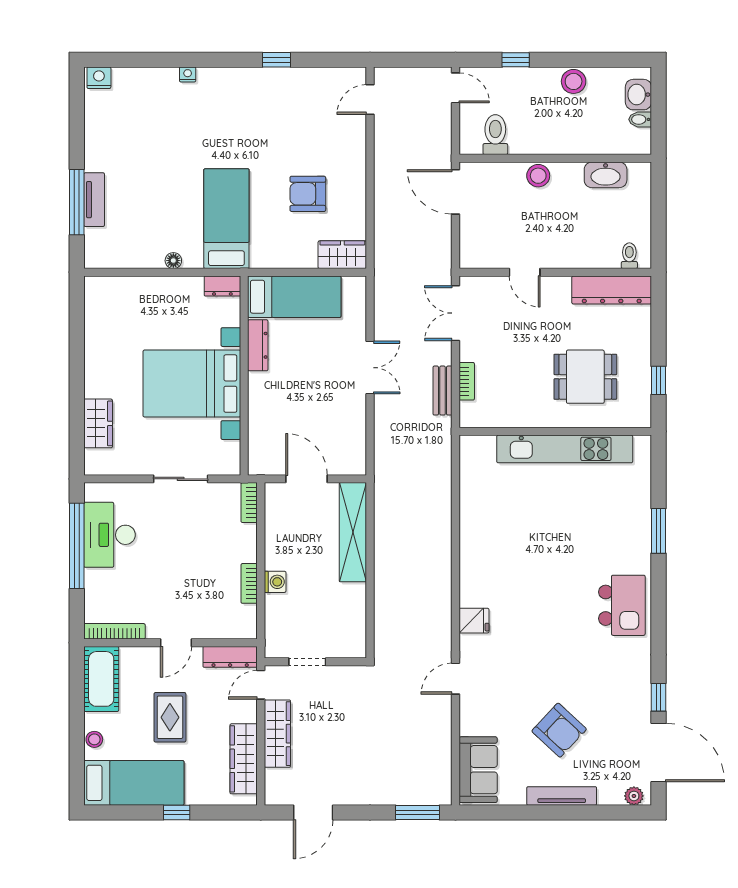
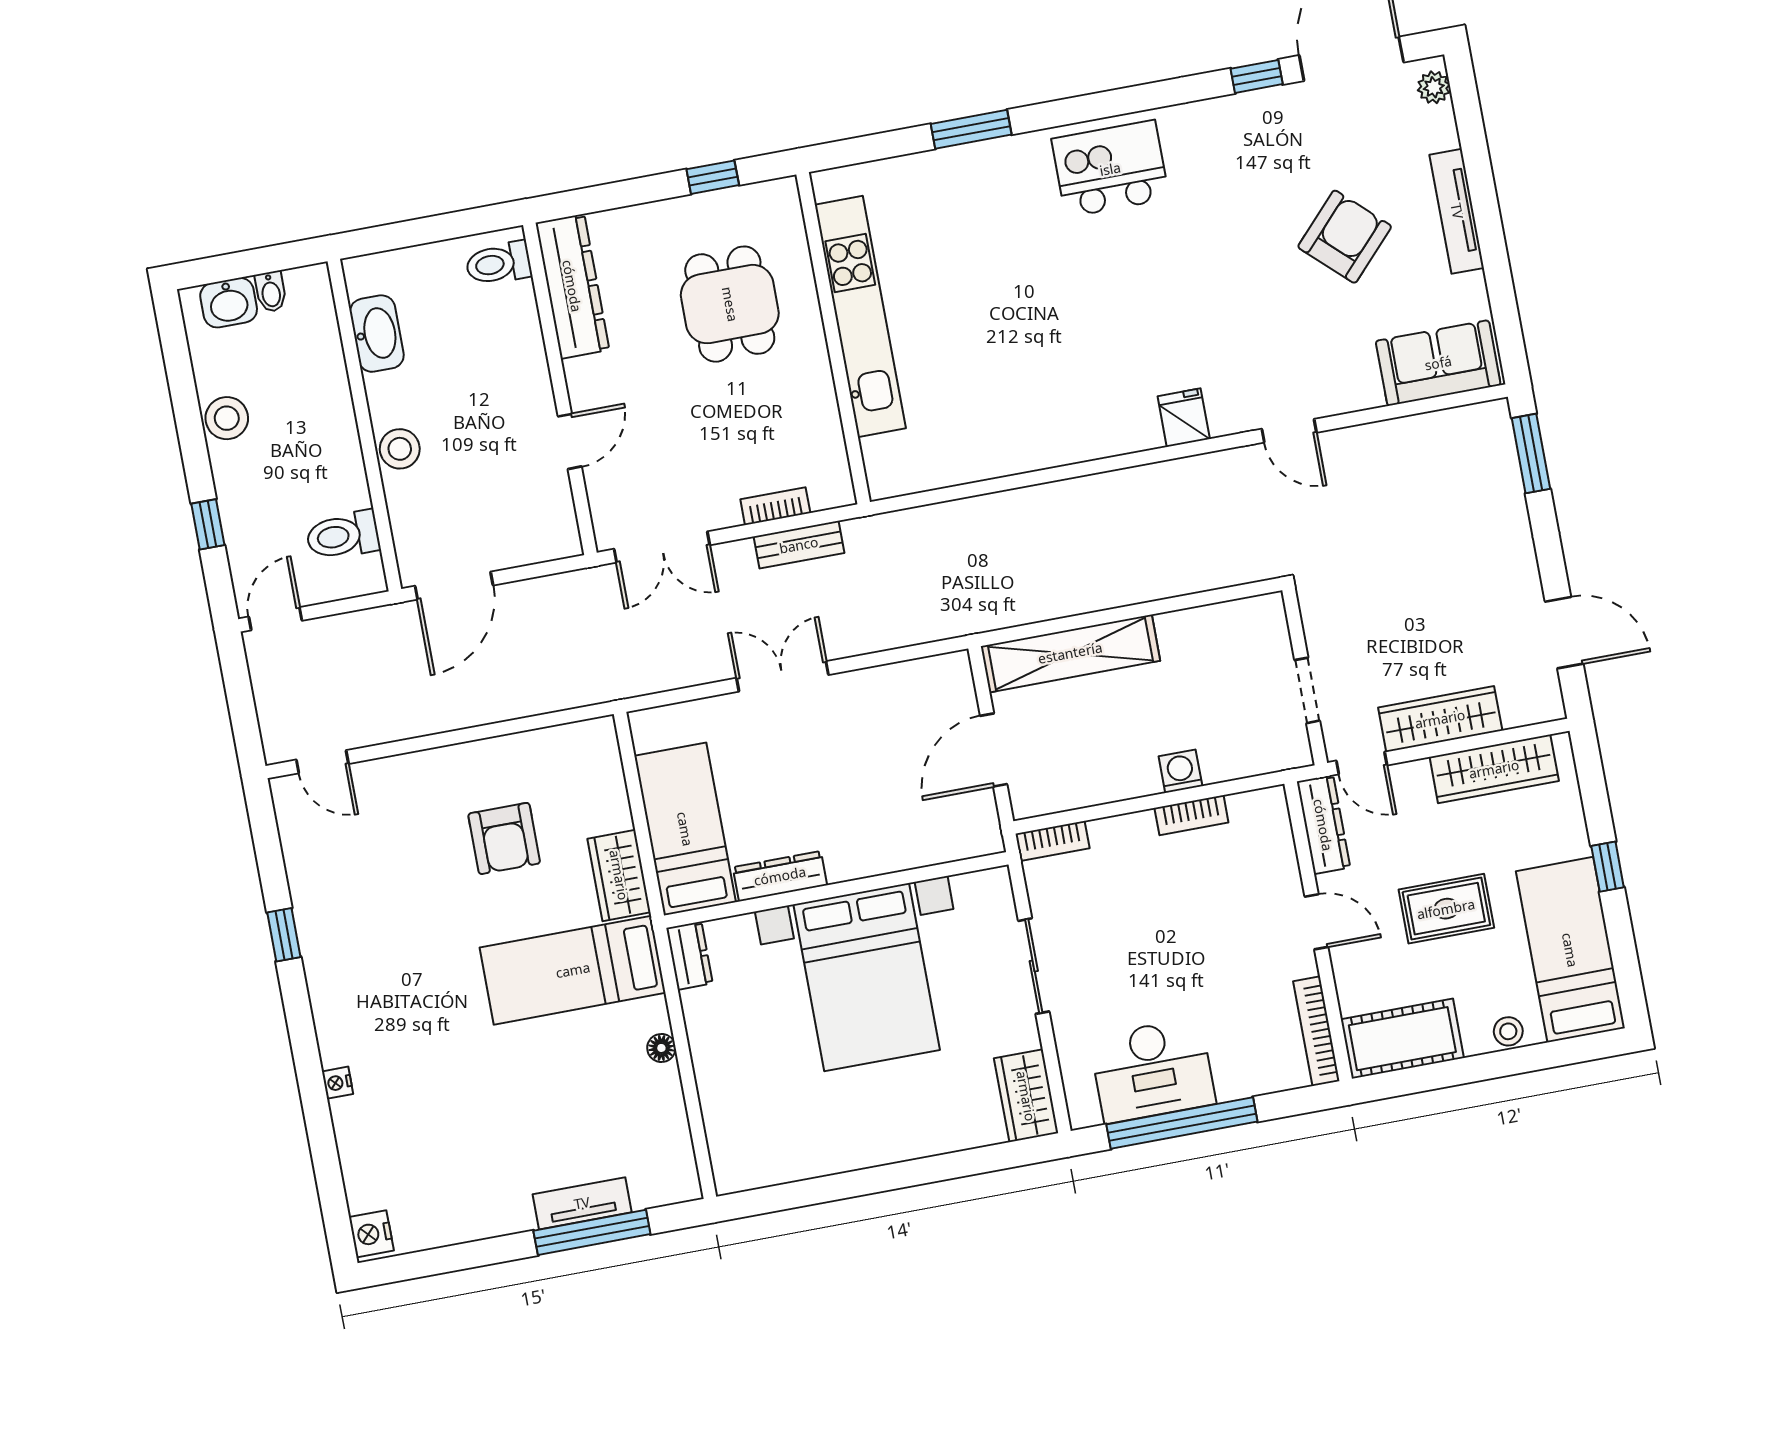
wardrobe: (342, 255) -> (619, 875), moved
toilet: (629, 256) -> (499, 263), width x1.37, depth x1.39
wardrobe: (98, 423) -> (1026, 1096), moved, turned -90

